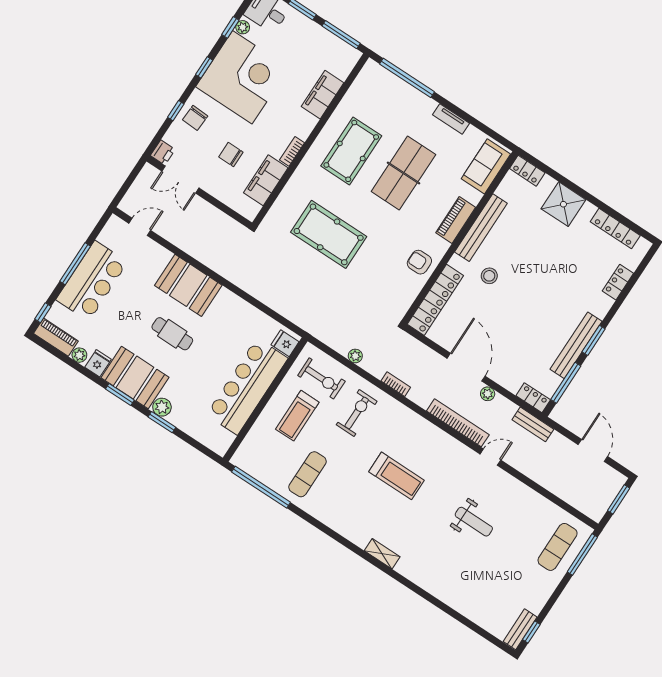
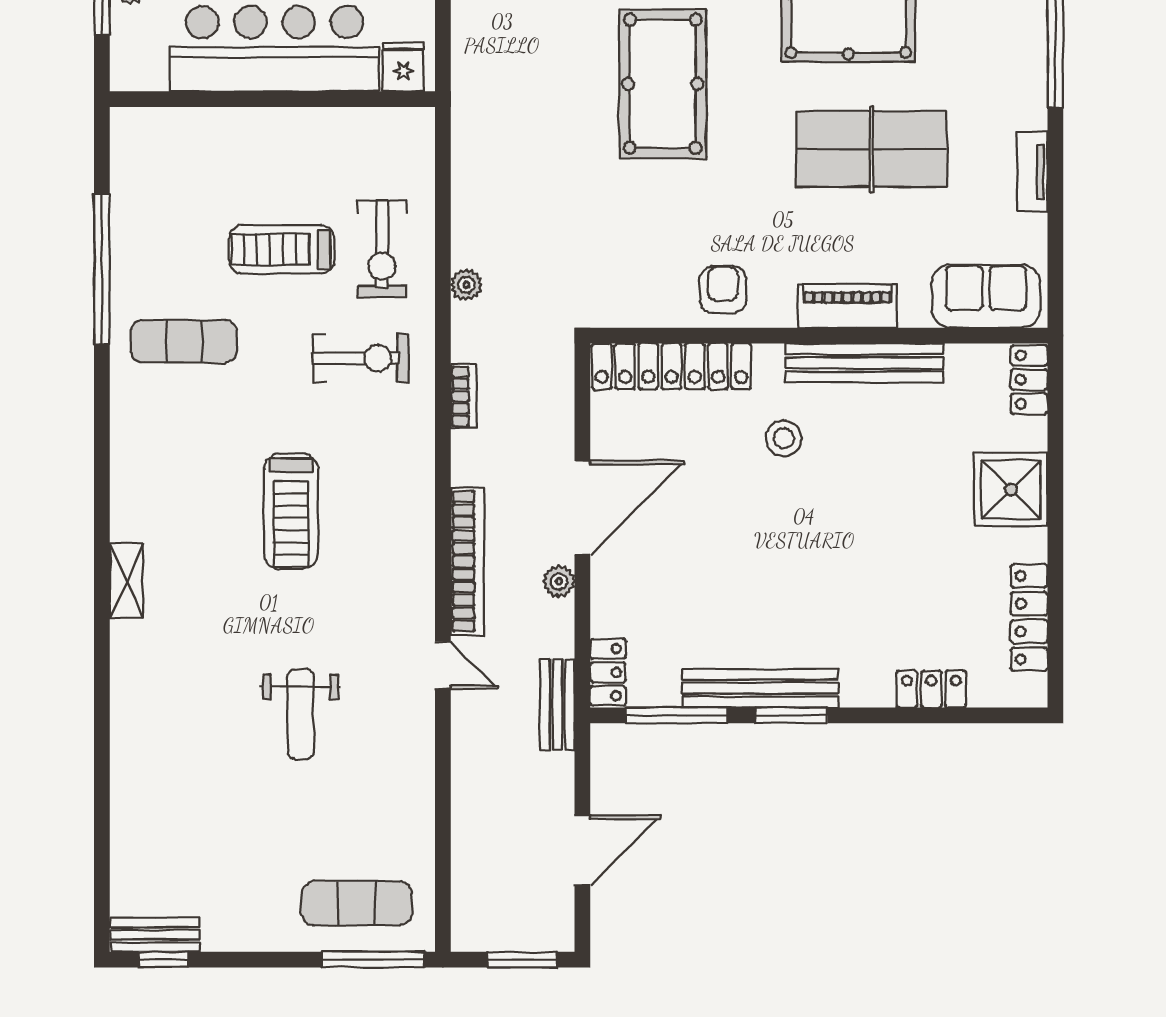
fridge: (285, 343) -> (403, 67), moved
bar counter: (247, 386) -> (275, 49), moved
wall: (265, 400) -> (272, 99), moved

